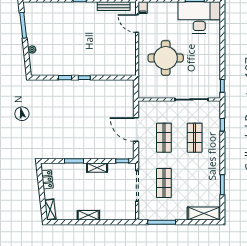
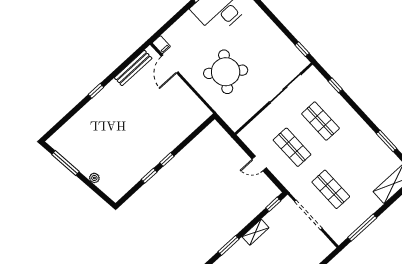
door: (137, 24) -> (170, 64), hinge flipped
round table: (166, 58) -> (226, 72), turned 37
door: (136, 130) -> (259, 163), width x0.53

